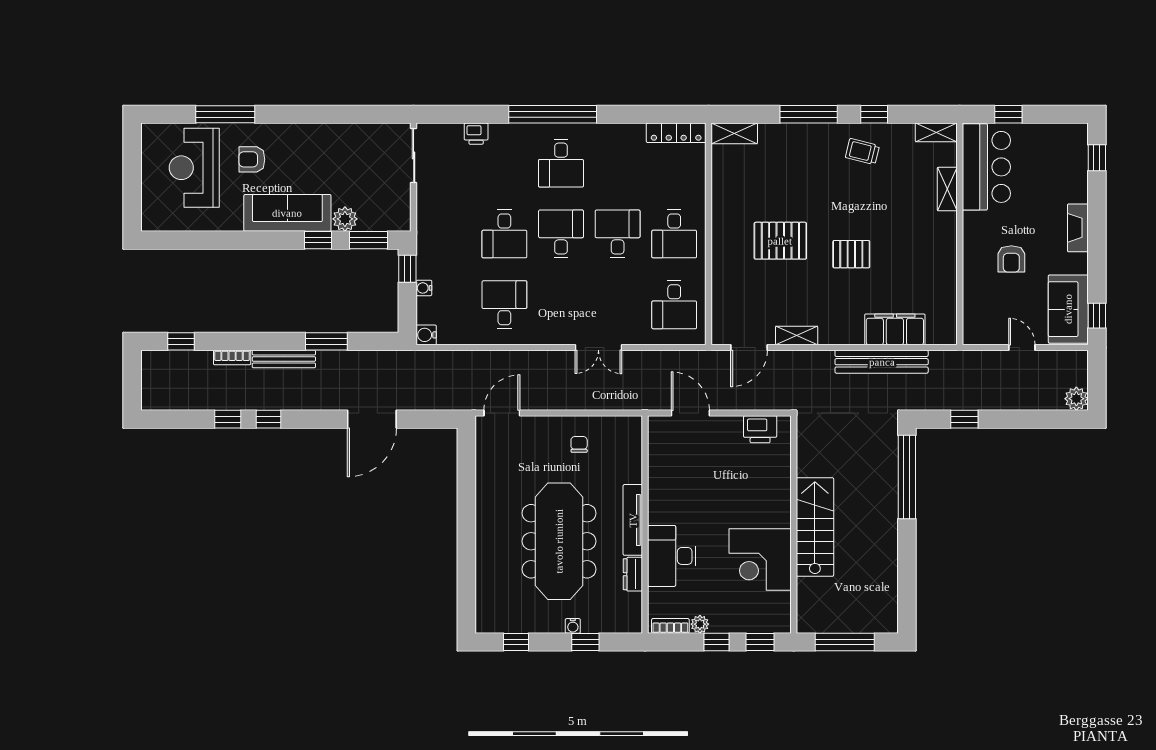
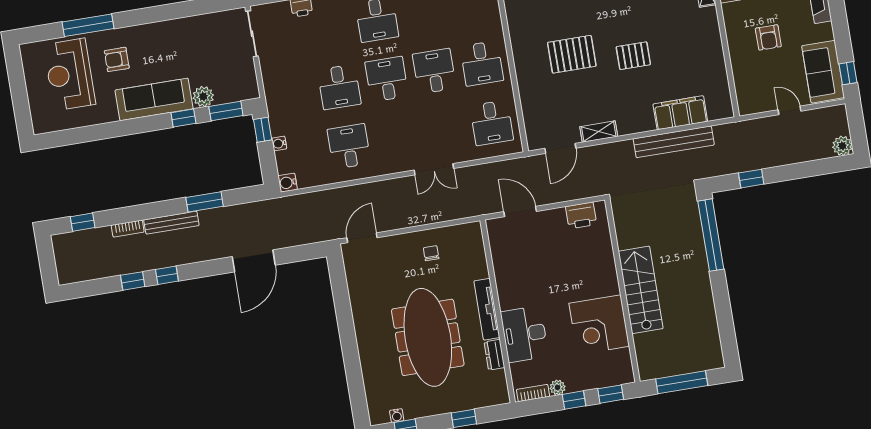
water cooler: (573, 626) -> (397, 416), moved

